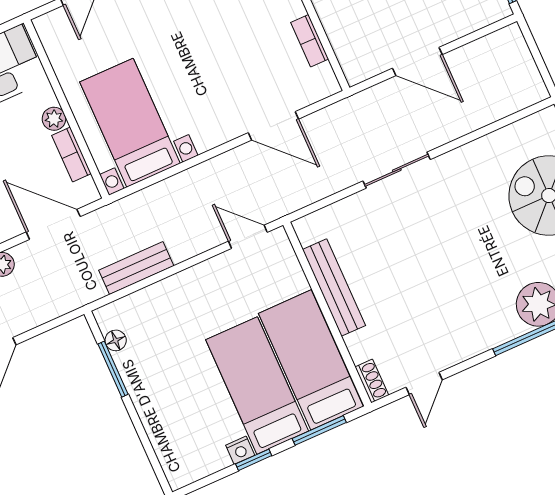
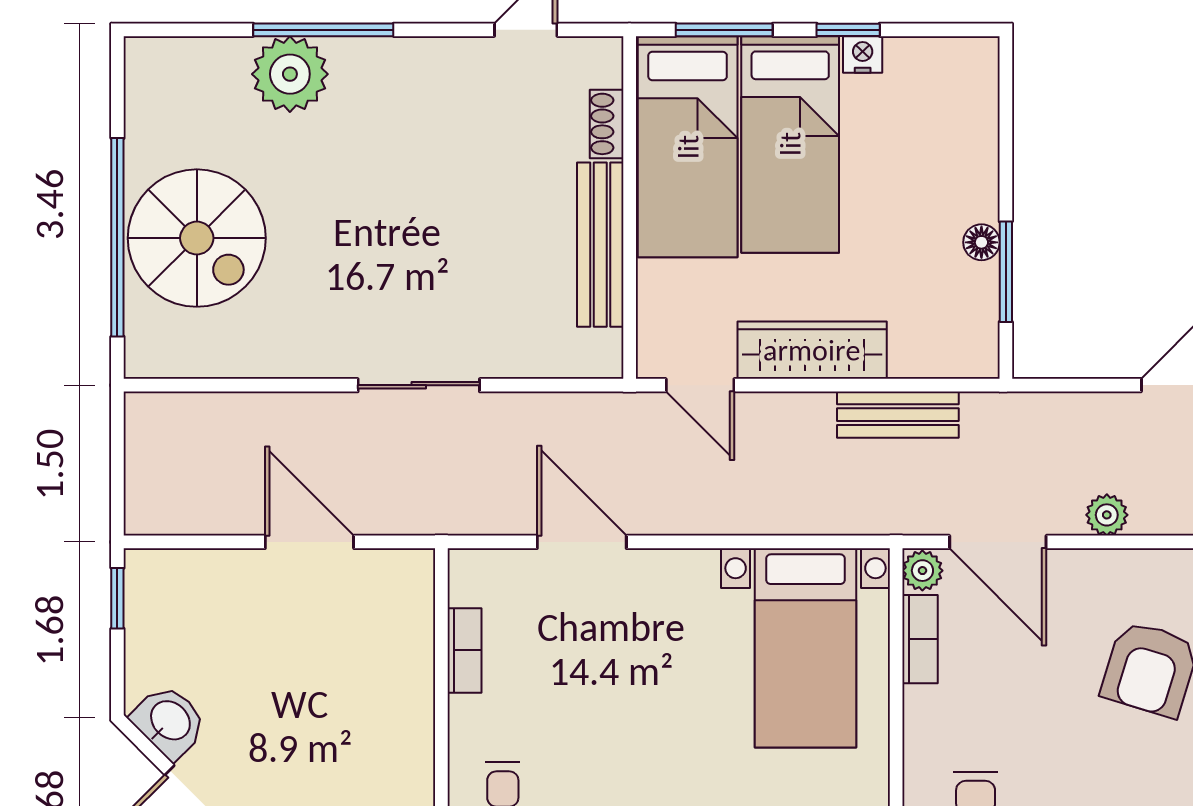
plant: (54, 119) -> (922, 571), moved
wardrobe: (197, 282) -> (812, 350), added
floor lamp: (116, 340) -> (981, 242), moved
shoe rack: (372, 381) -> (607, 124), moved

